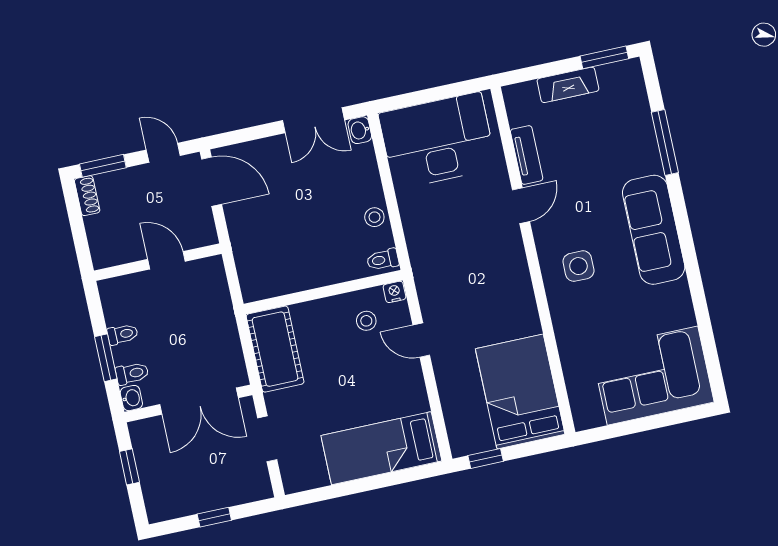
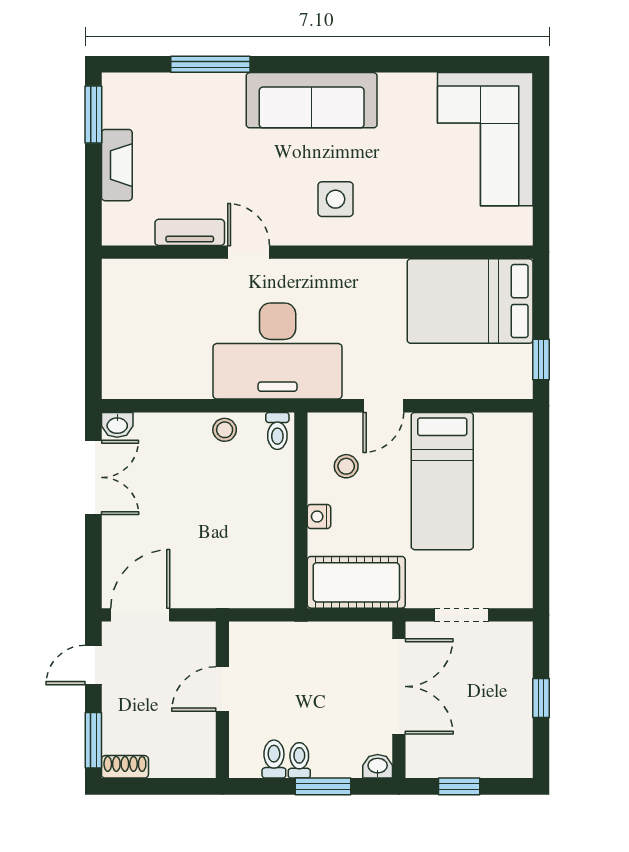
desk: (438, 141) -> (278, 351), moved, turned -90
nightstand: (394, 292) -> (319, 516), moved
toilet: (132, 373) -> (274, 759), moved
bed: (381, 448) -> (442, 481), moved

